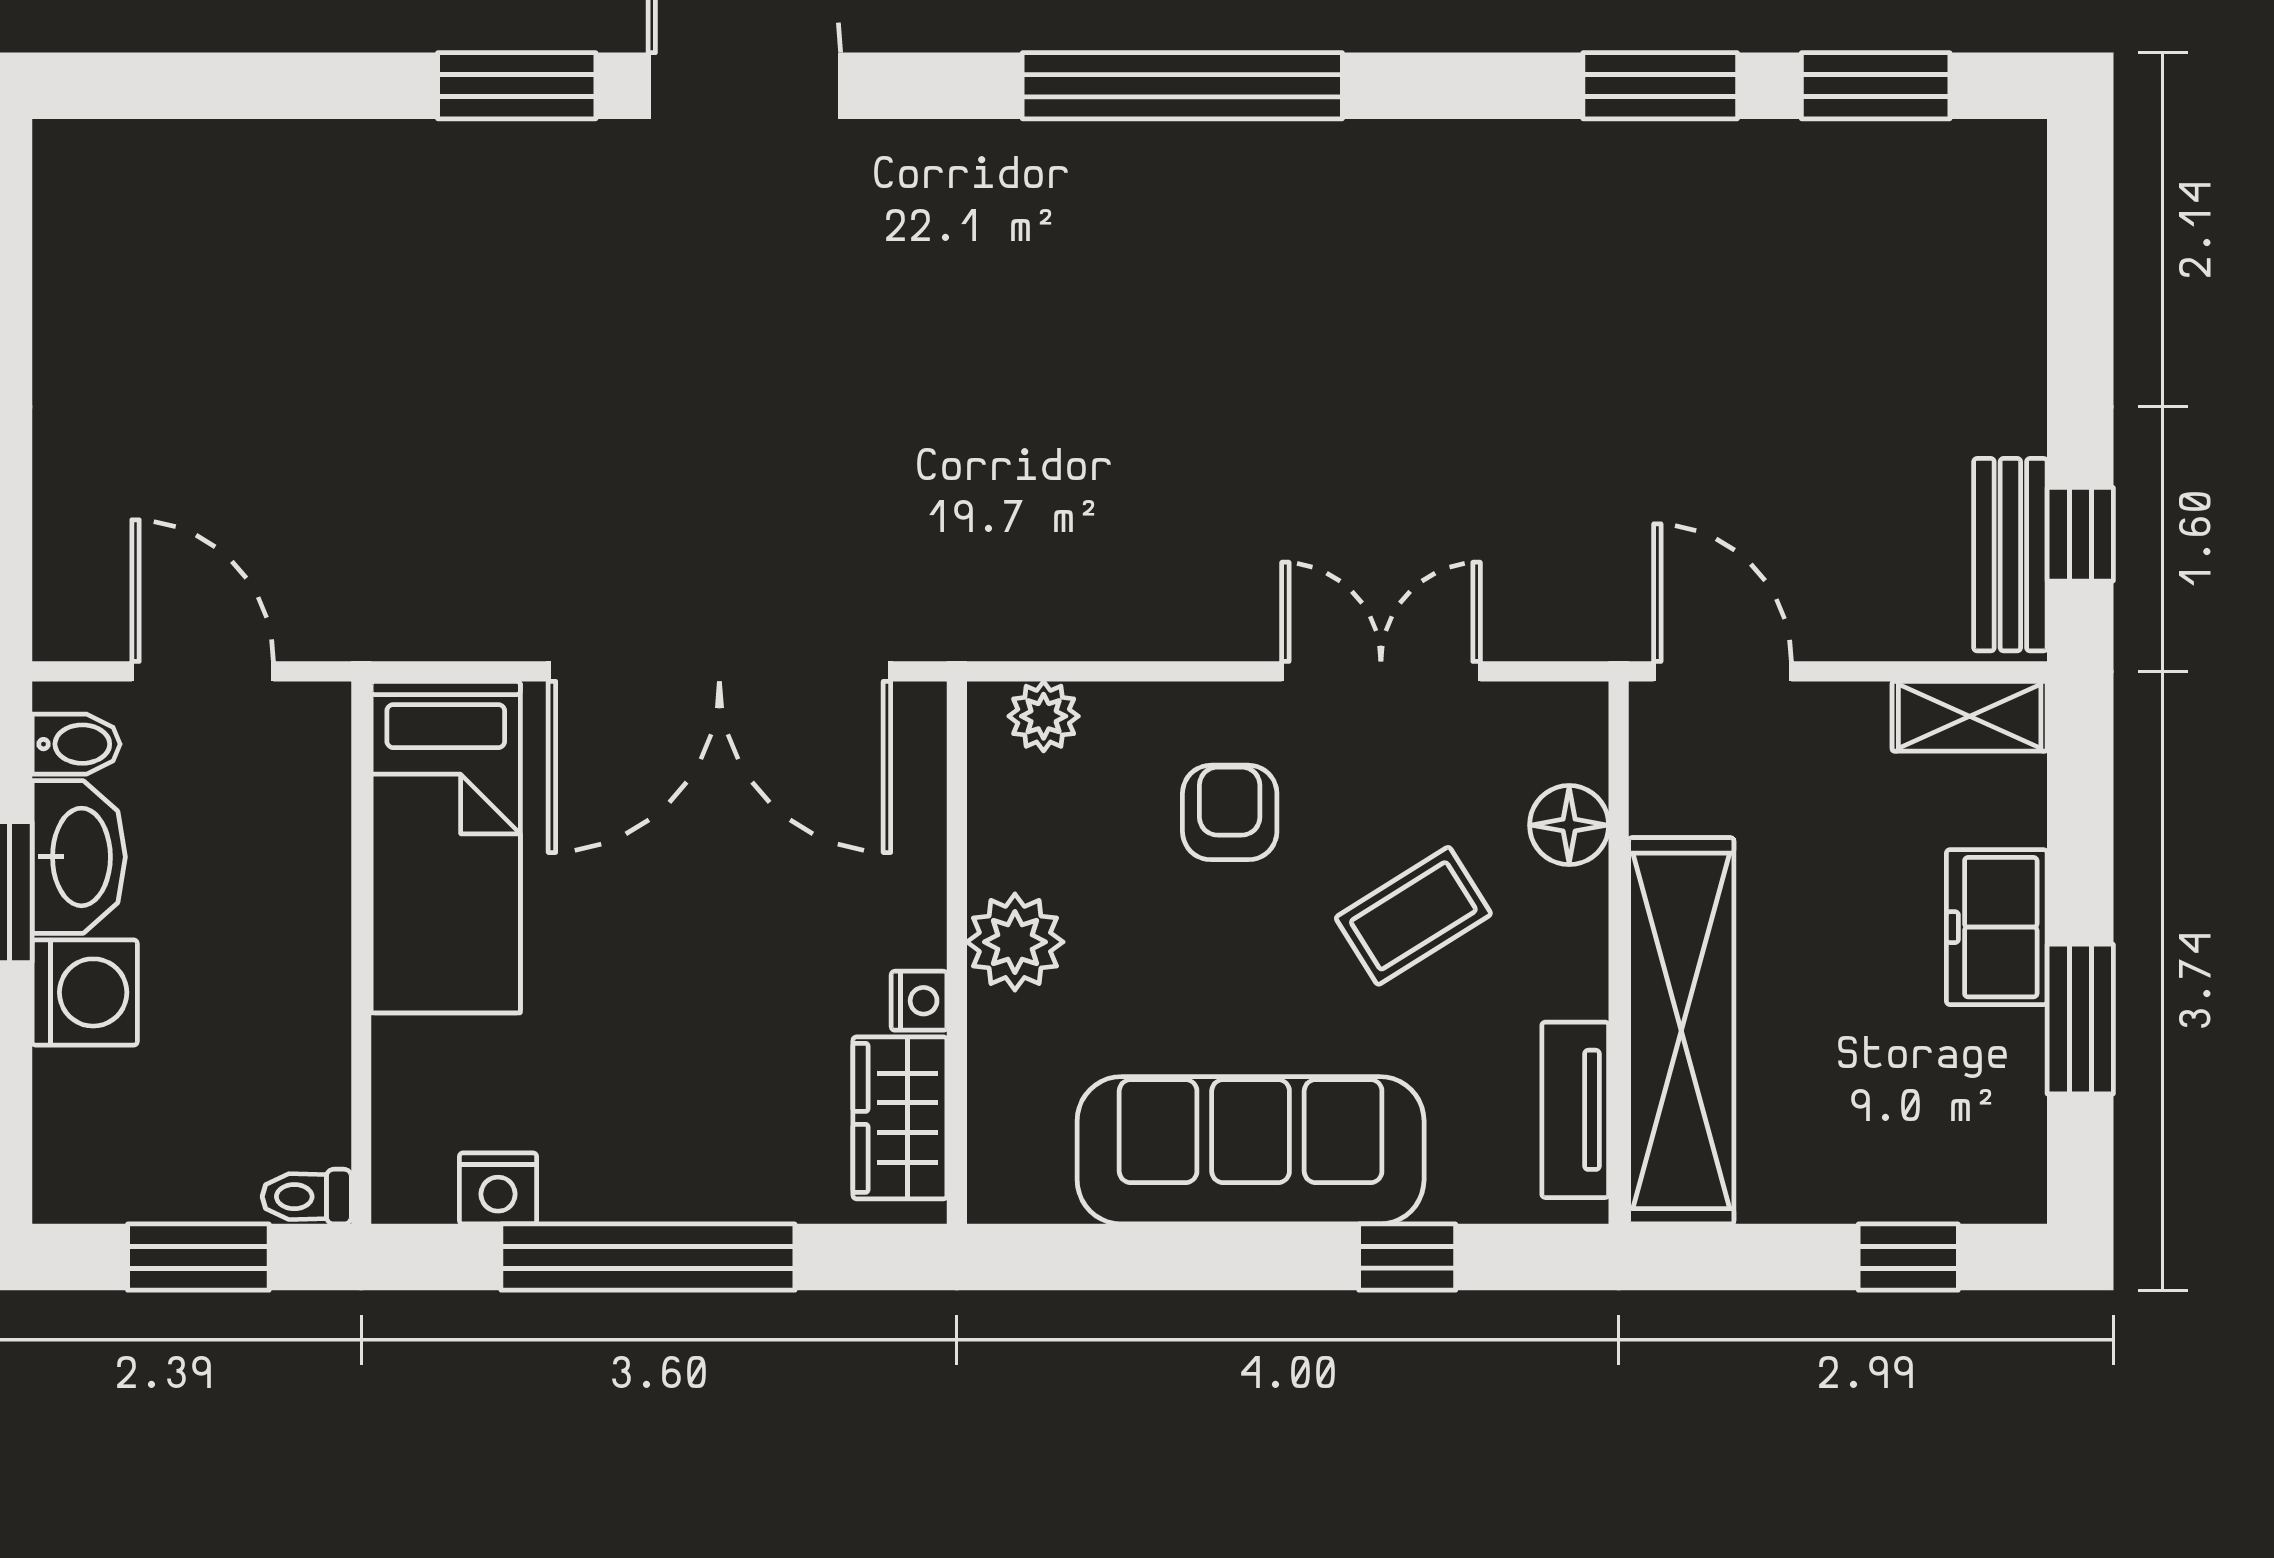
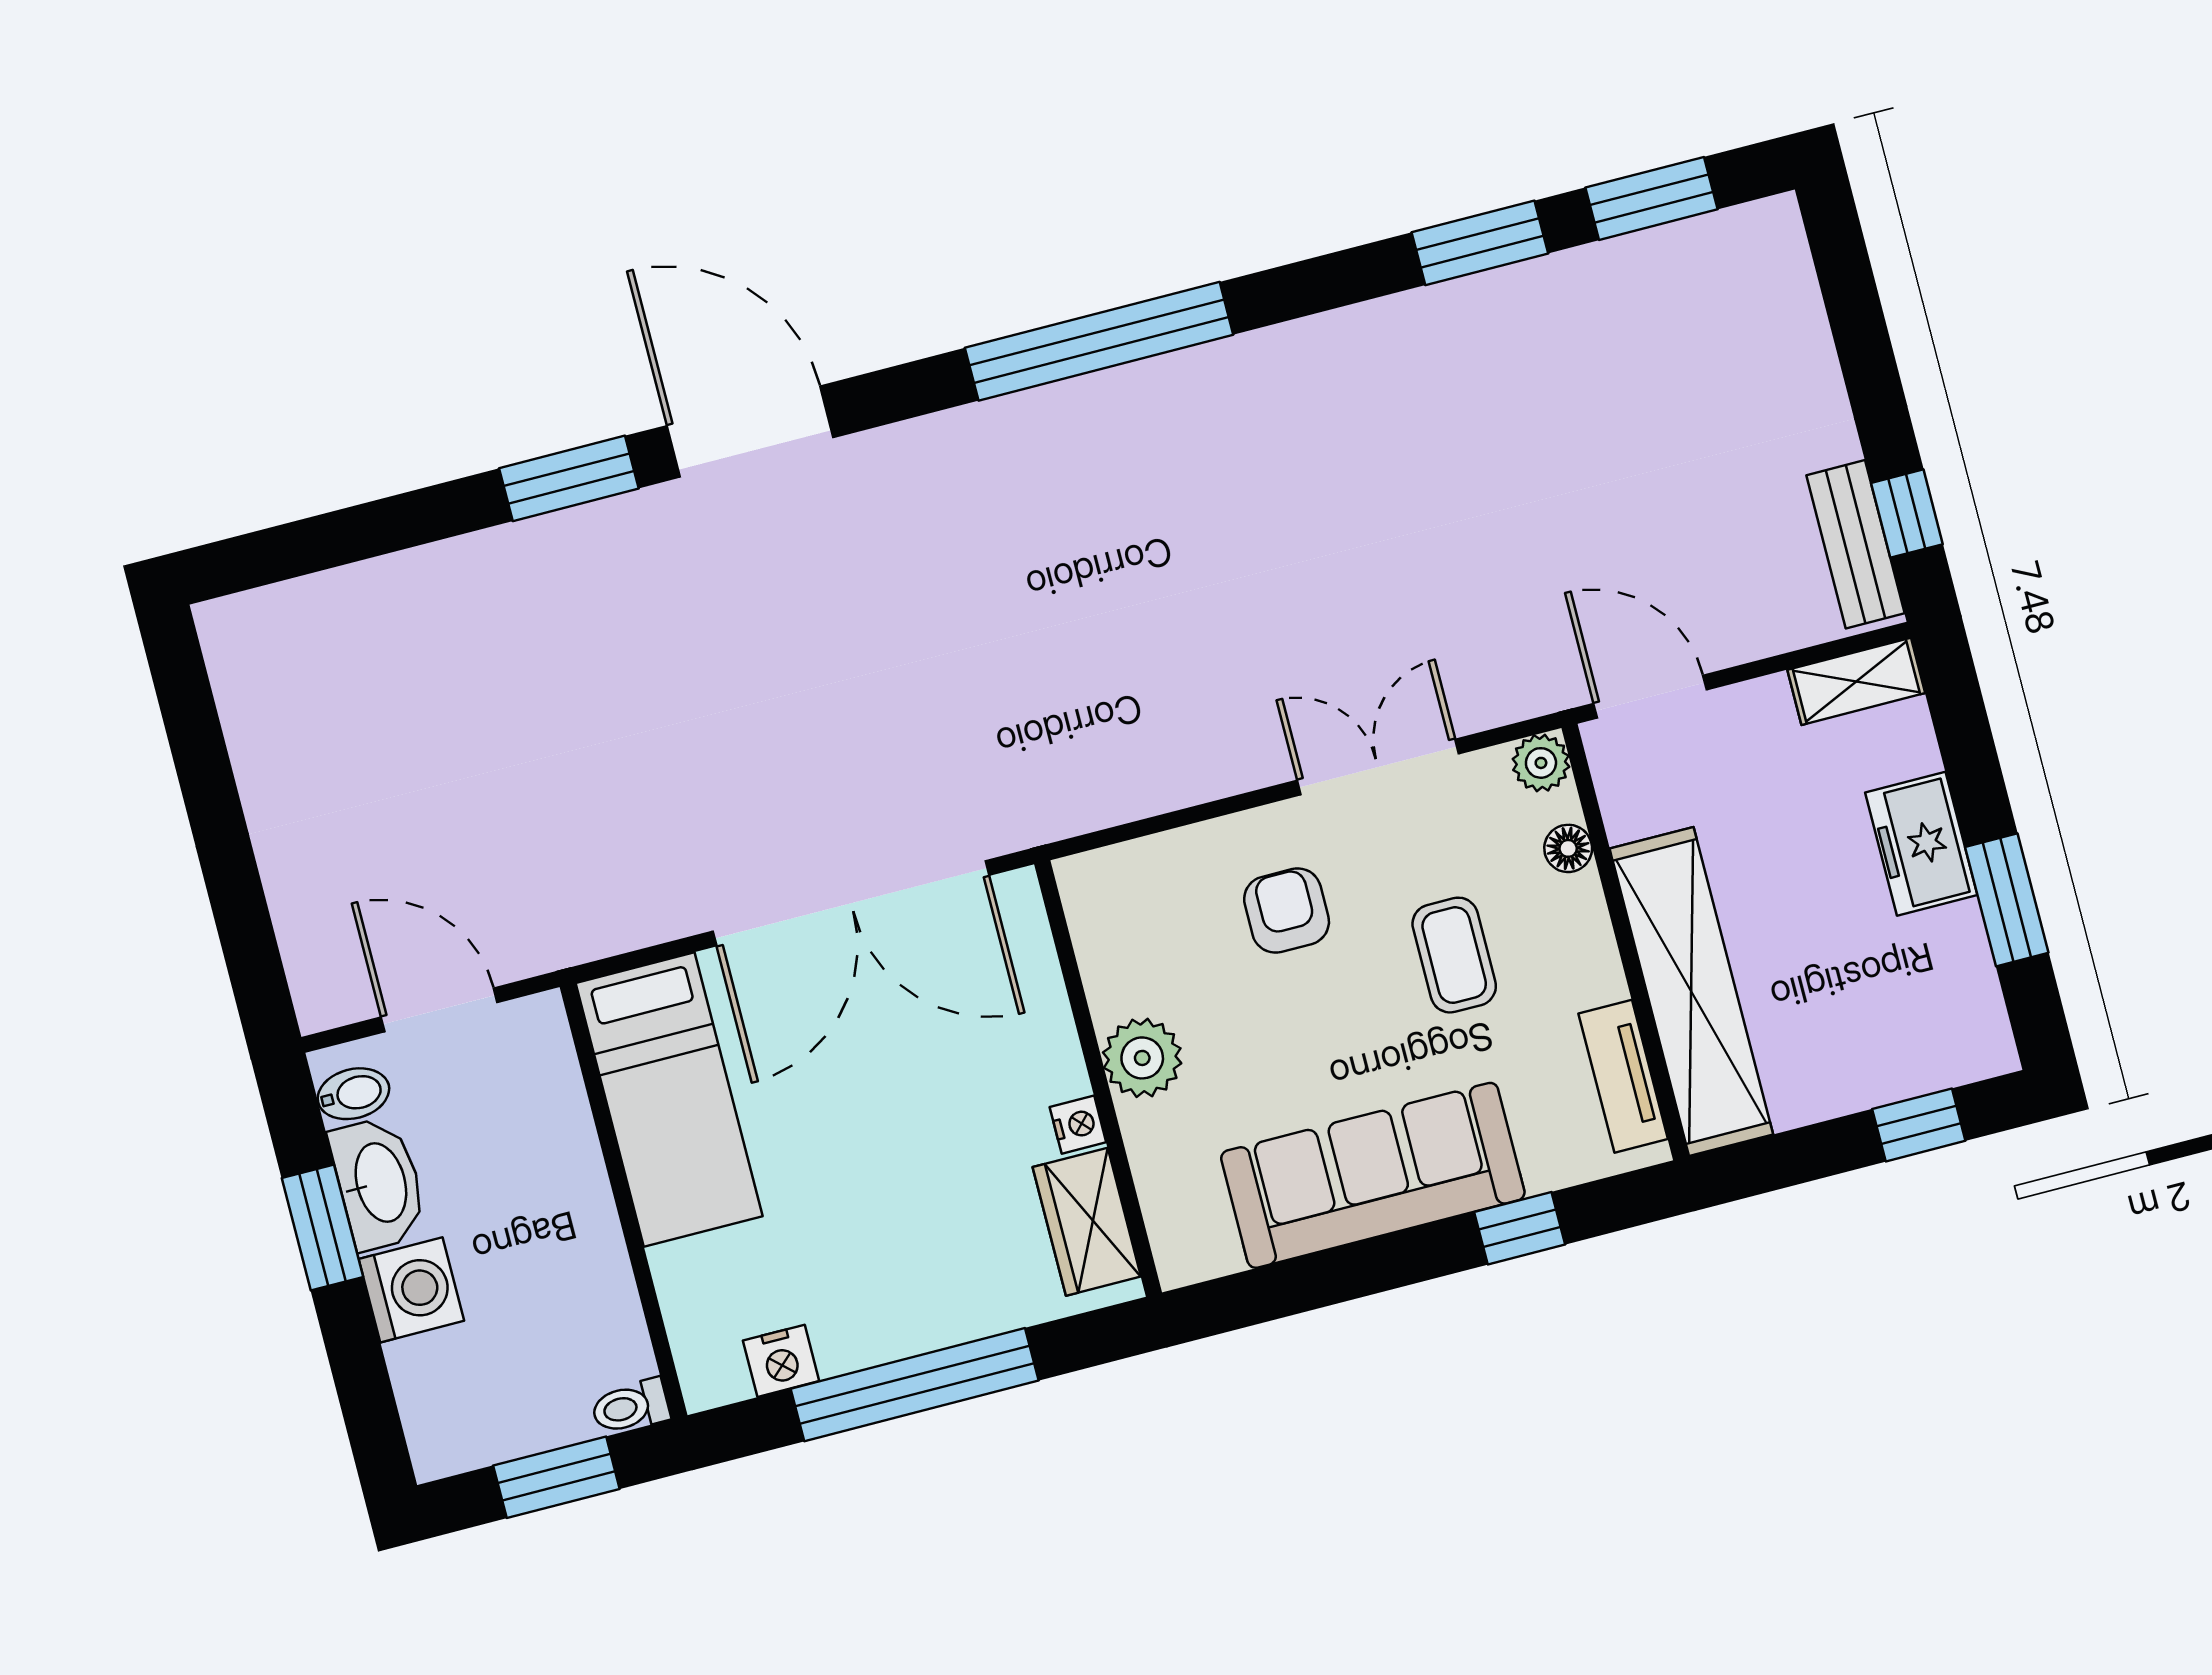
plant: (1044, 716) -> (1541, 763), moved
floor lamp: (1569, 825) -> (1568, 848), width x0.73, depth x0.73
coffee table: (1413, 916) -> (1454, 955), turned -58

